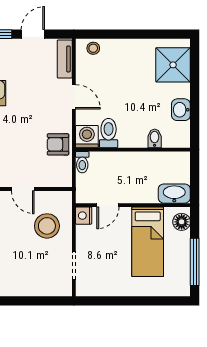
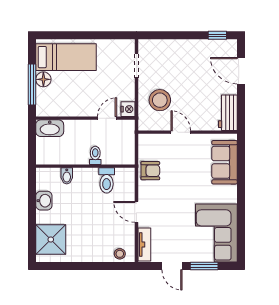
door: (33, 34) -> (172, 266), hinge flipped
washing machine: (87, 137) -> (125, 177), removed
toilet: (82, 162) -> (95, 155), moved
floor lamp: (182, 222) -> (43, 79), moved
bed: (148, 242) -> (66, 57), moved, turned 90
window: (195, 262) -> (32, 84), moved

